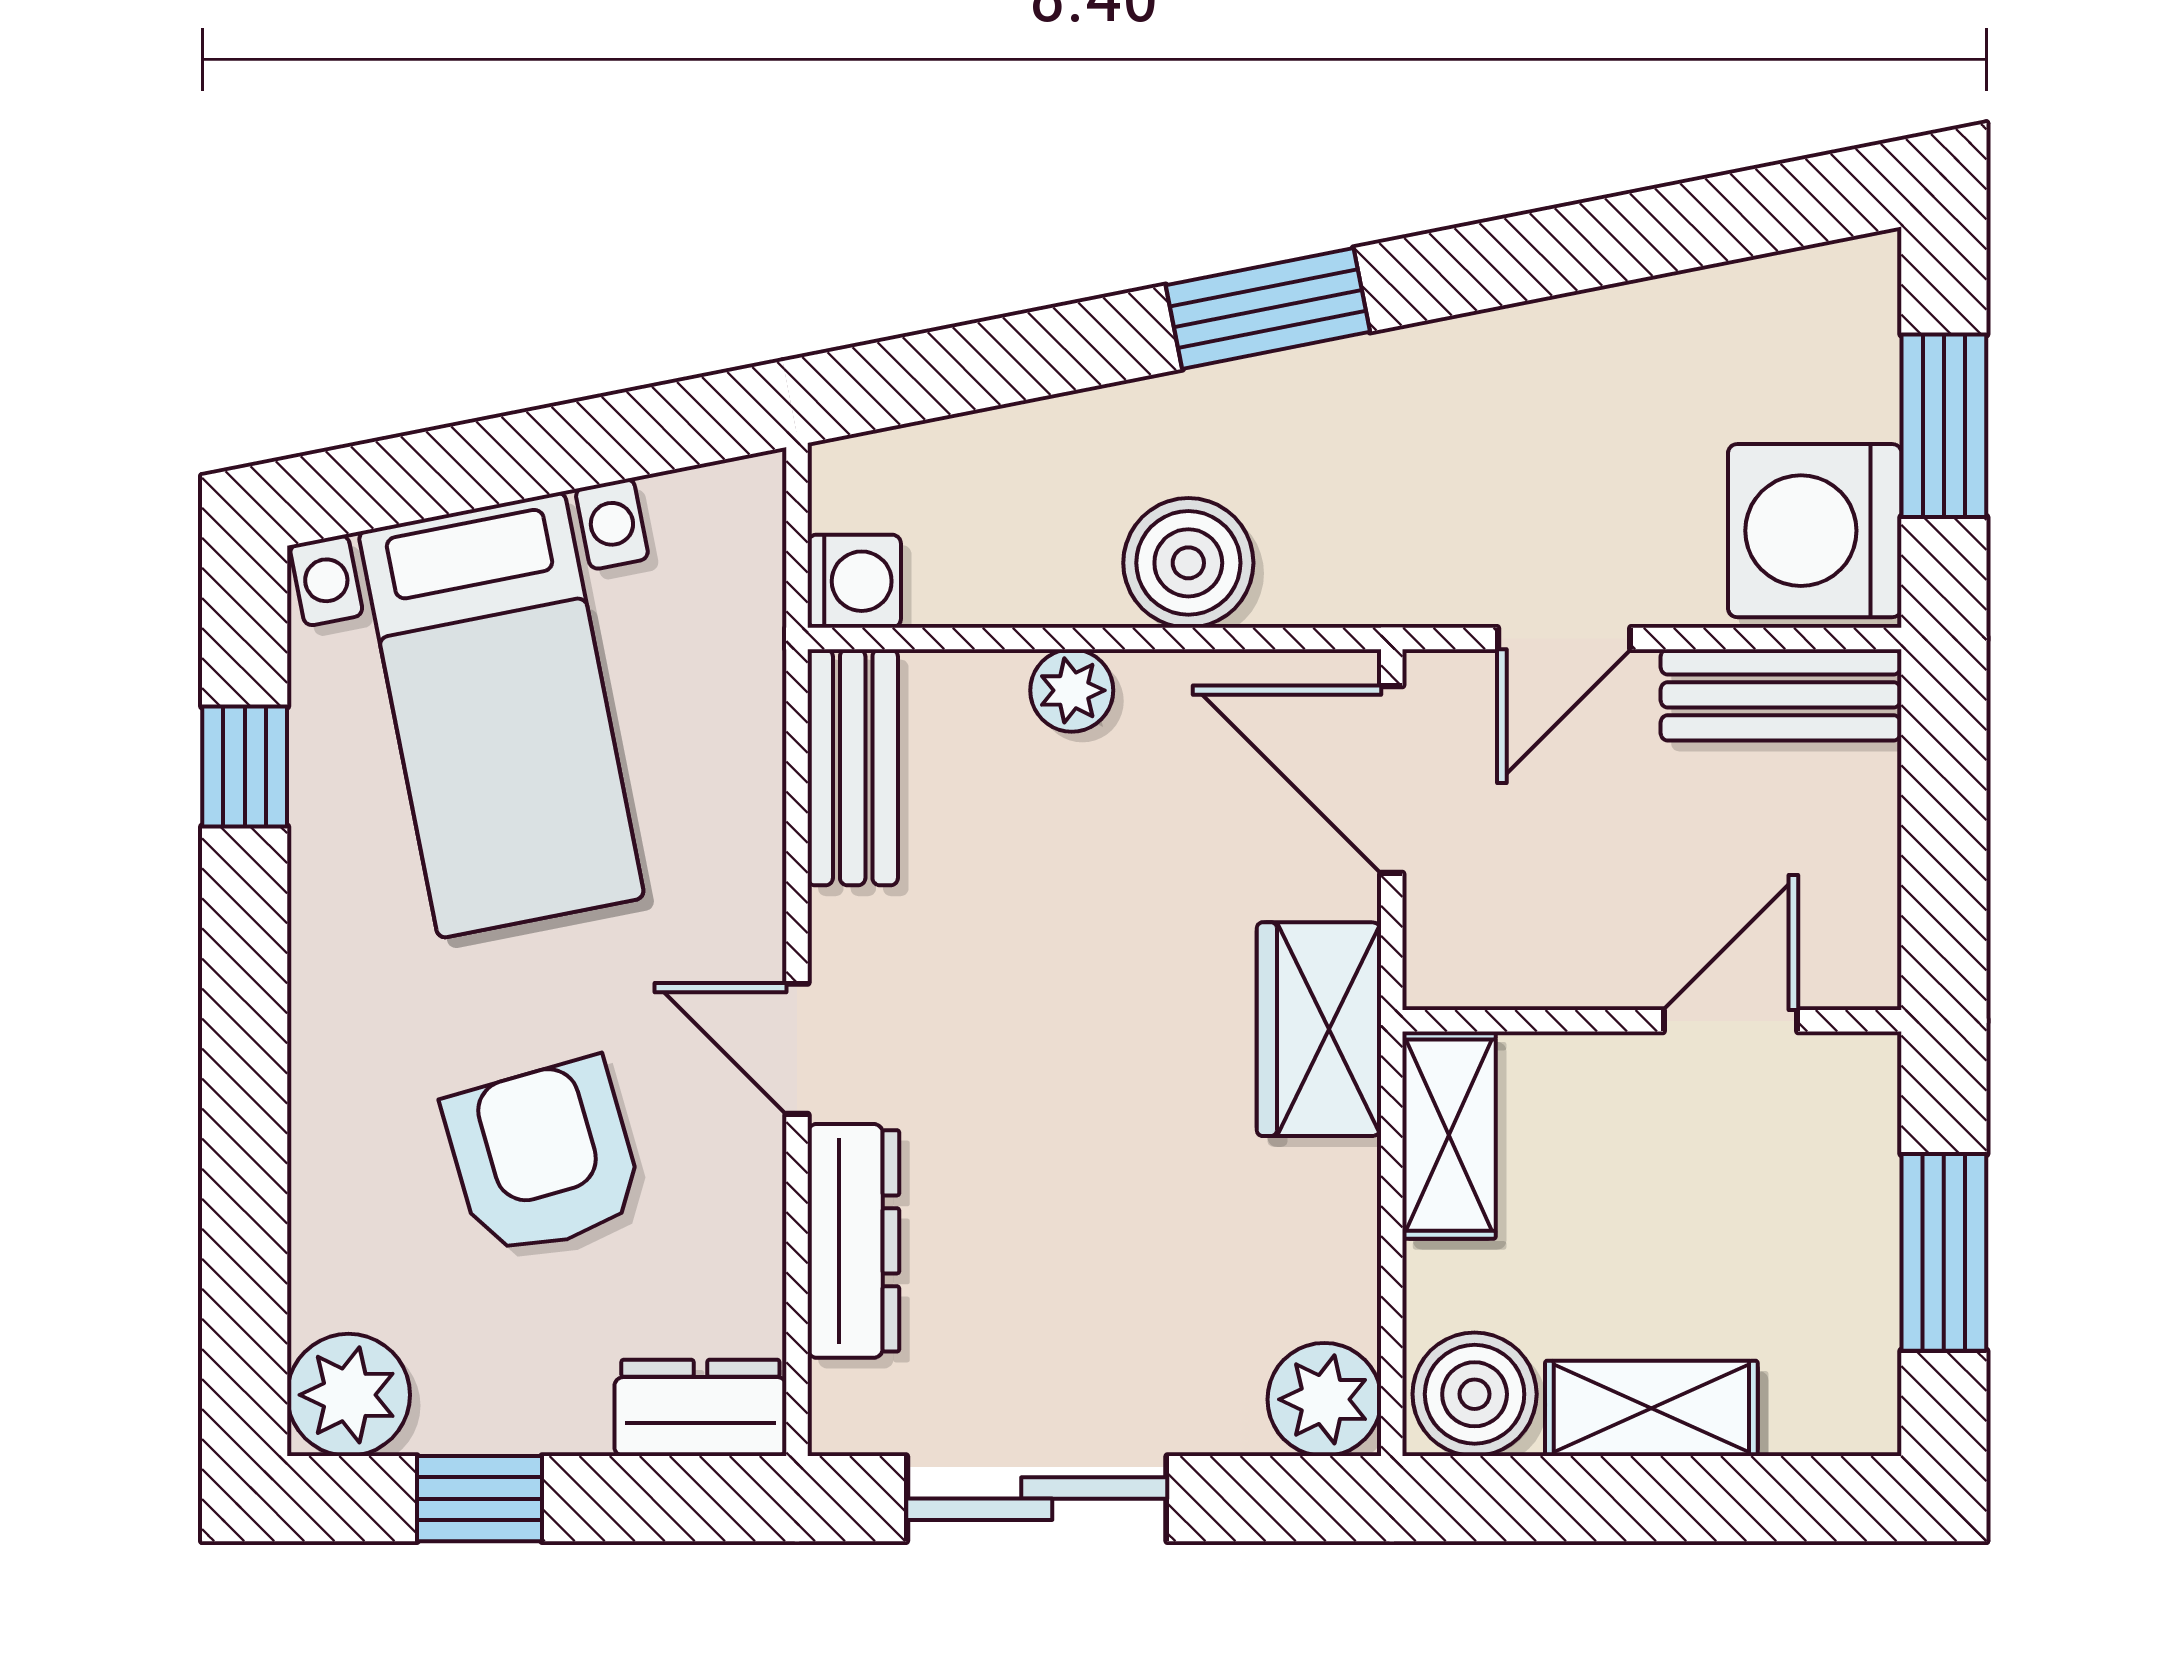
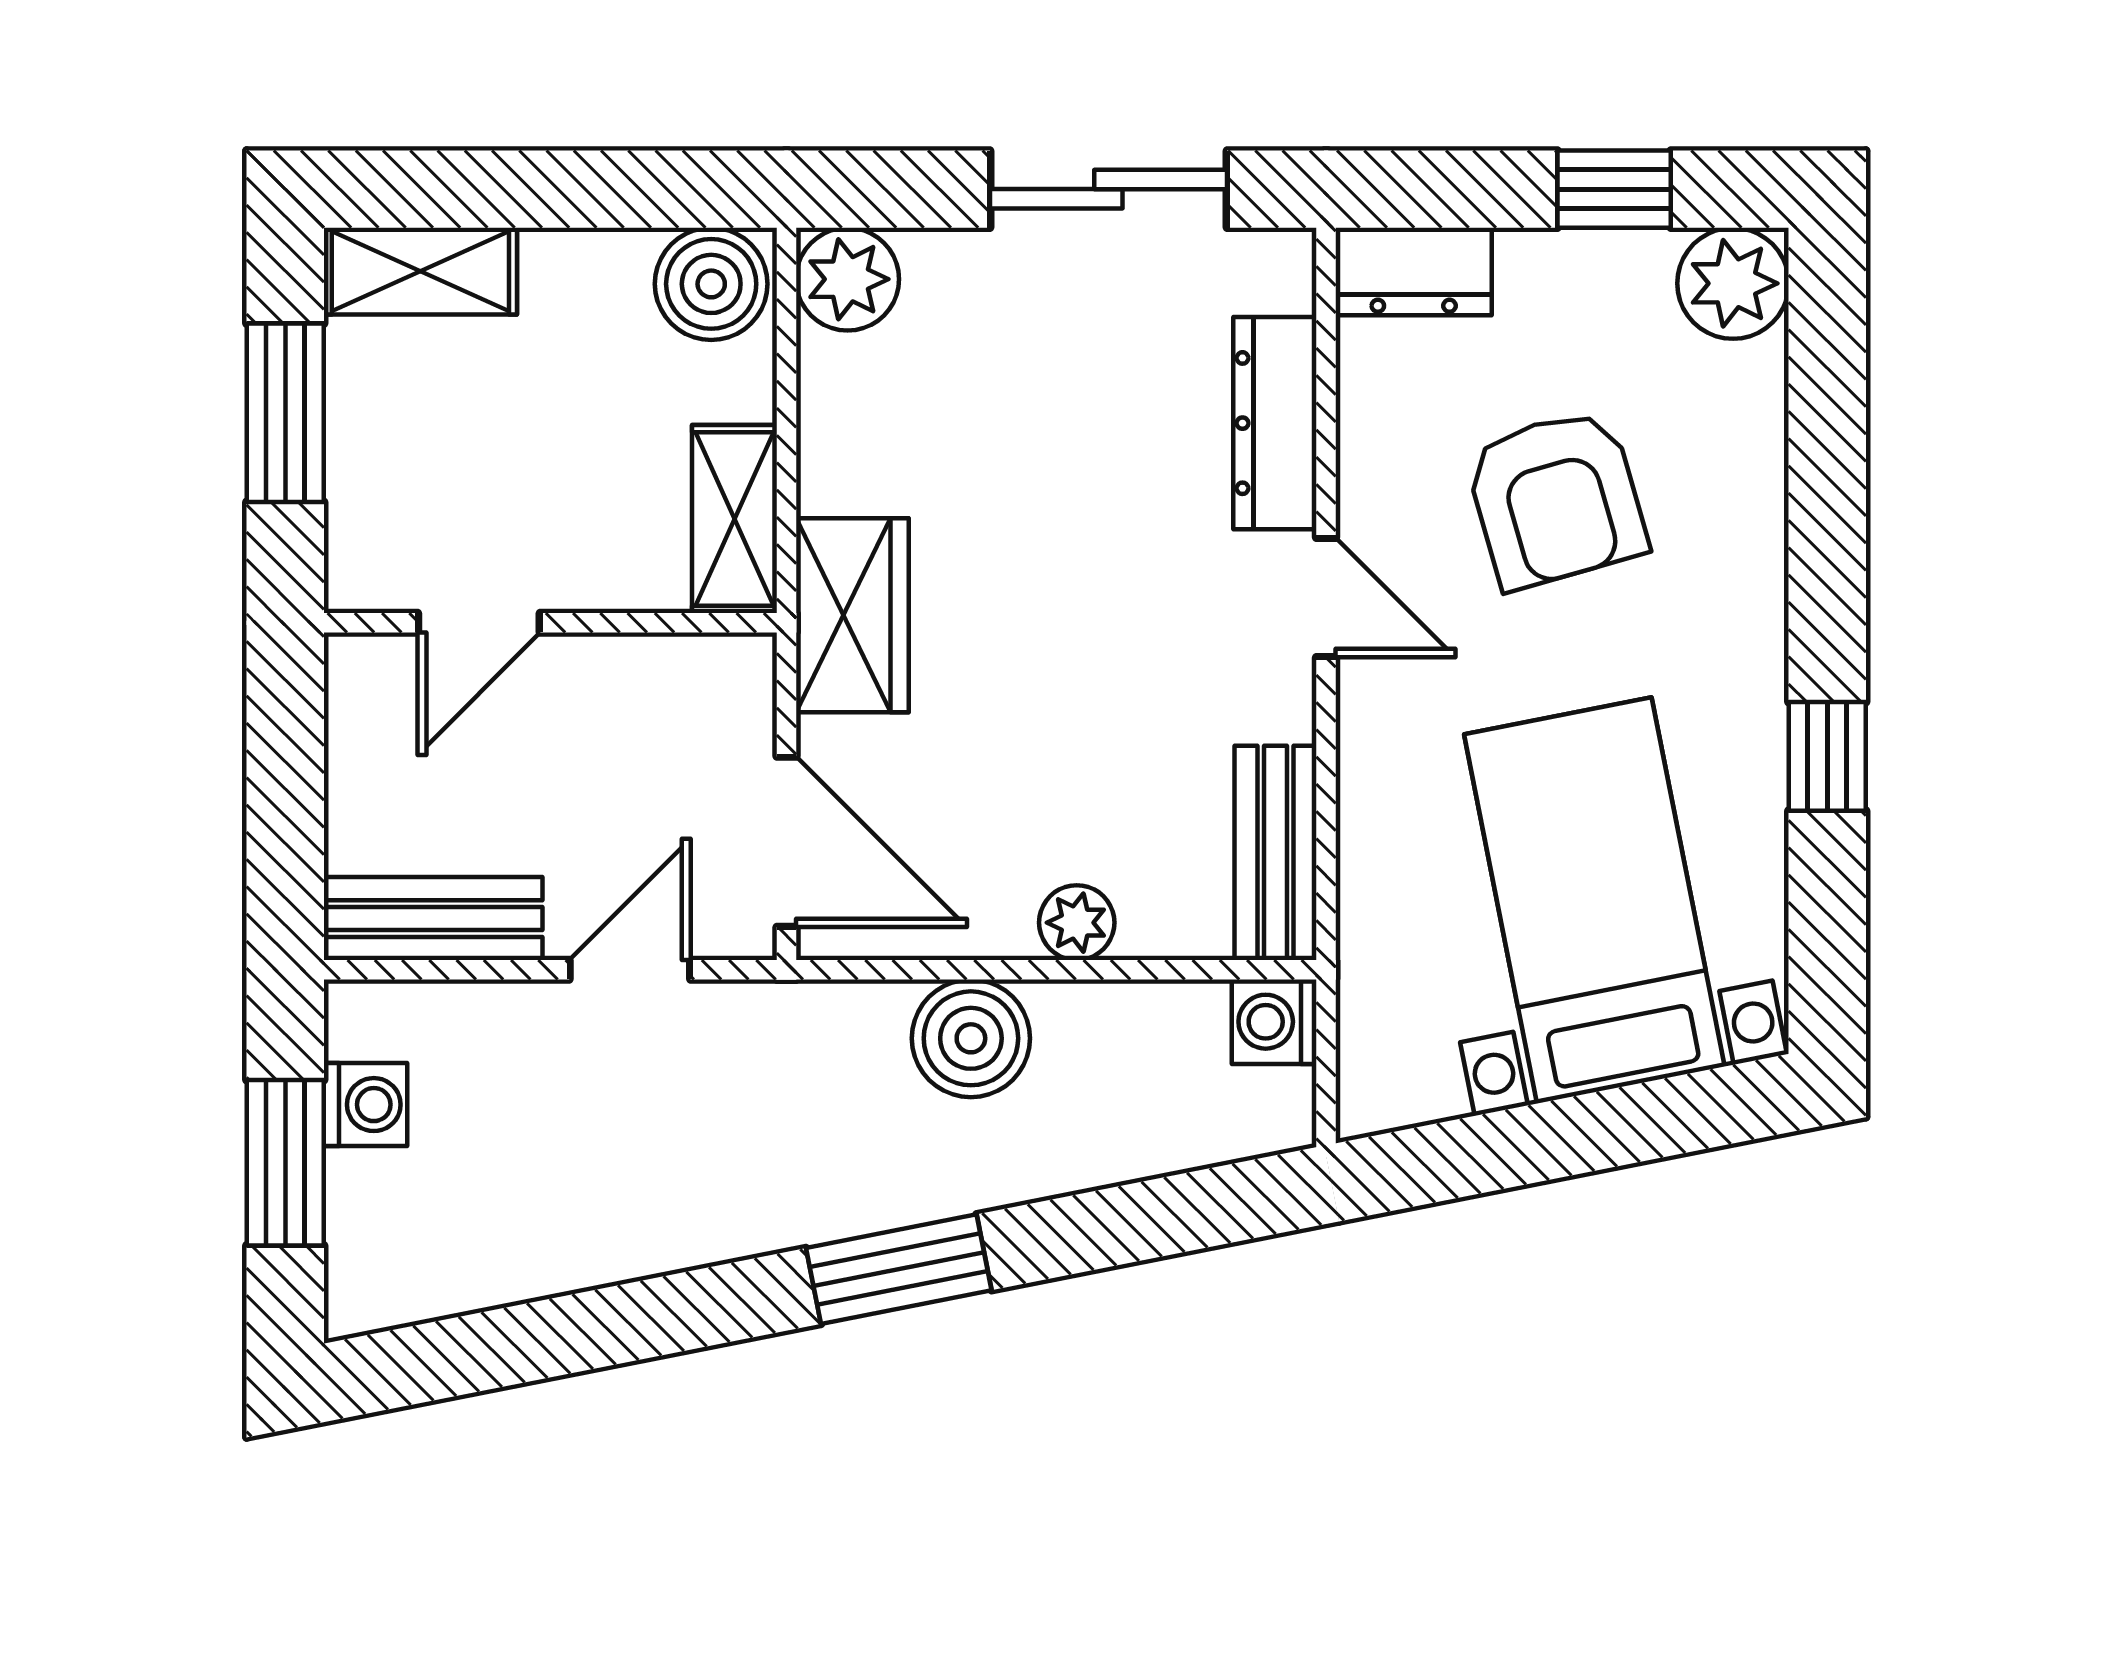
washing machine: (1815, 531) -> (365, 1105), width x0.53, depth x0.53
window: (245, 766) -> (1827, 756), moved
shelving: (1651, 1408) -> (420, 271), moved

